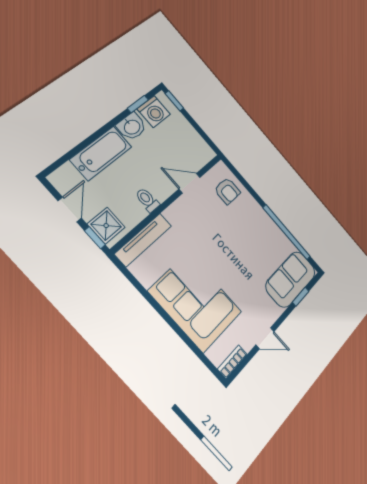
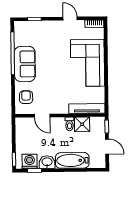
door: (70, 209) -> (107, 147), swing flipped
shower: (106, 226) -> (82, 124), moved
sofa: (291, 279) -> (25, 64), moved, turned -90

